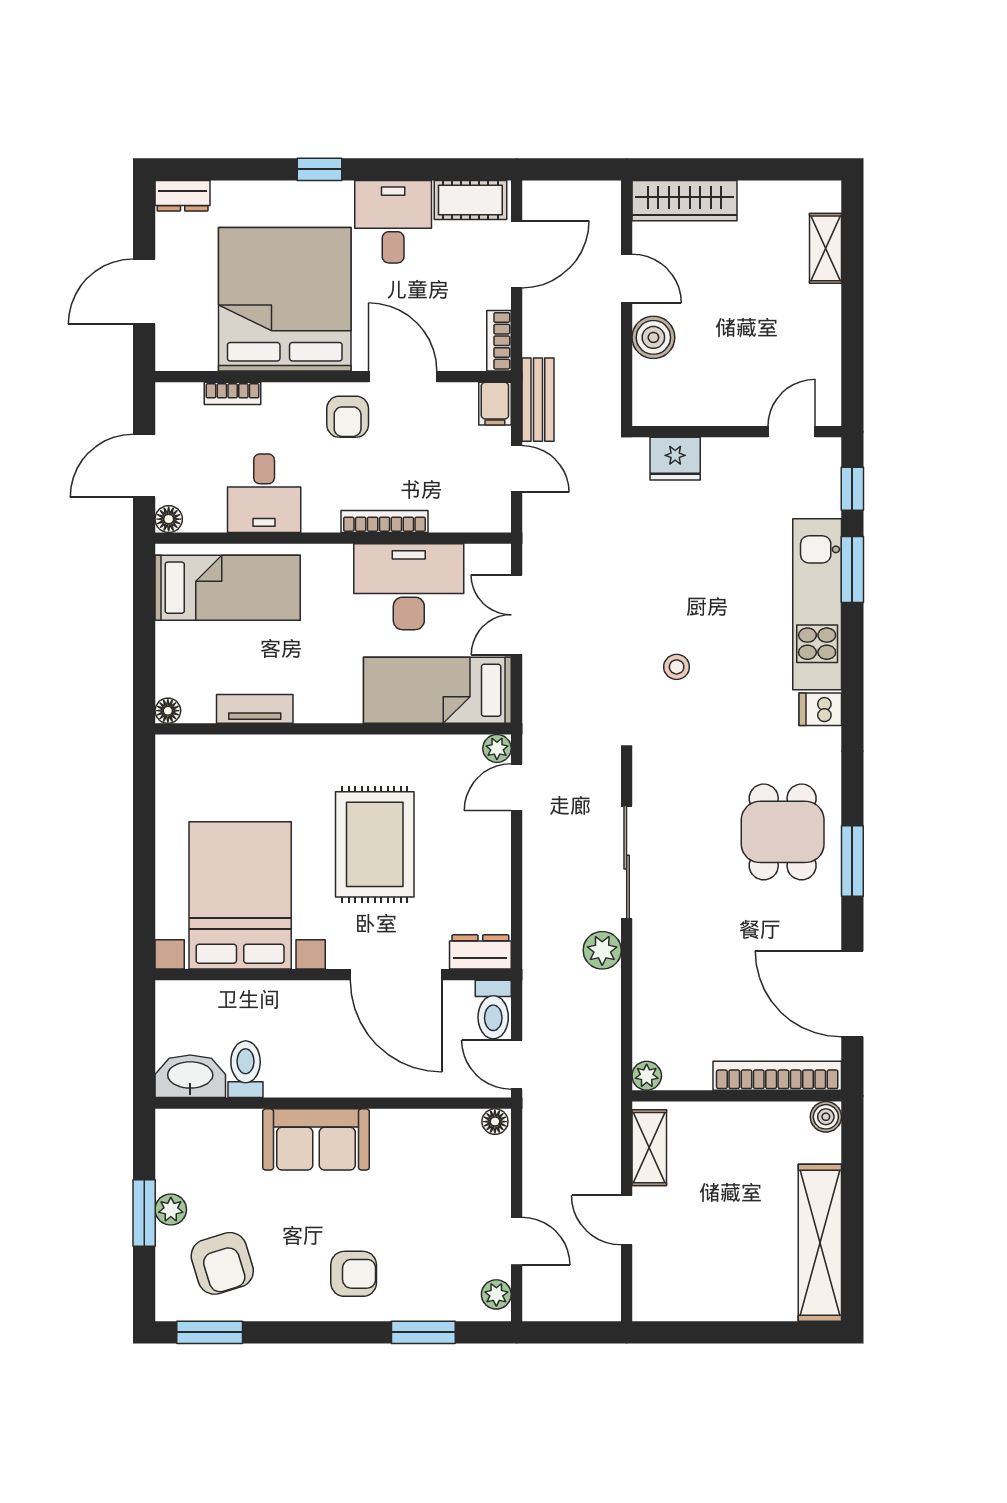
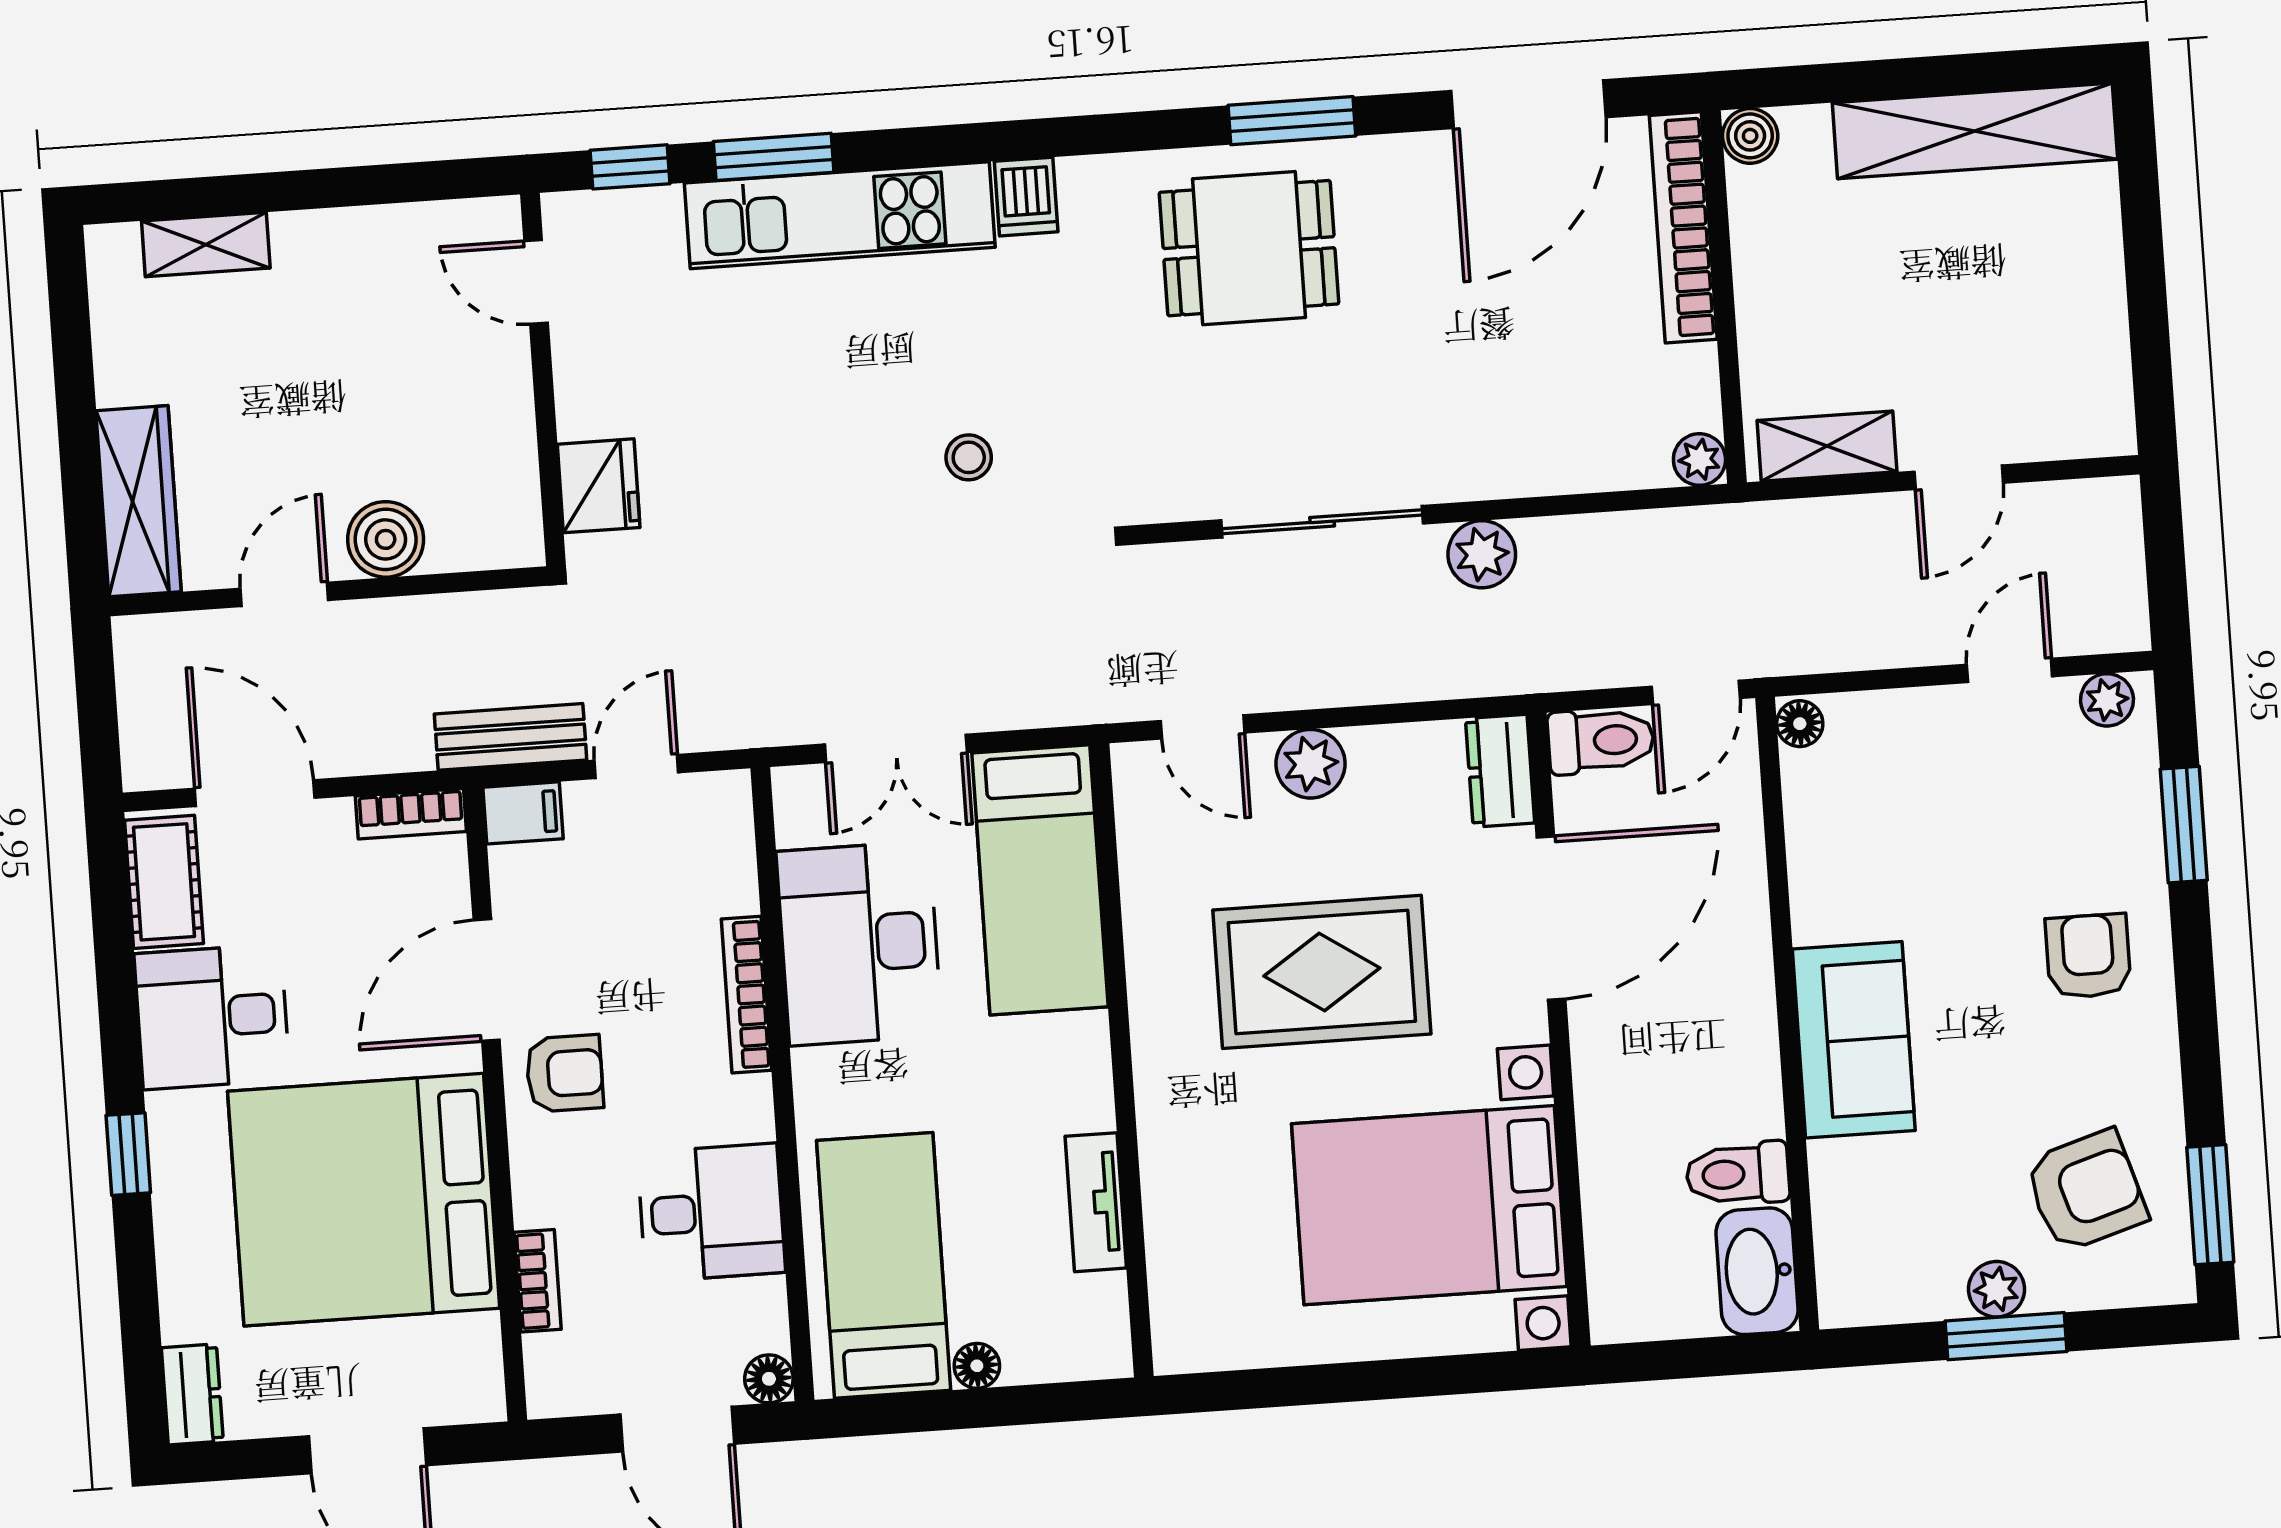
floor lamp: (168, 711) -> (977, 1366), moved
plant: (497, 748) -> (1310, 764), moved, width x1.38, depth x1.38

